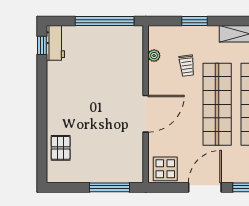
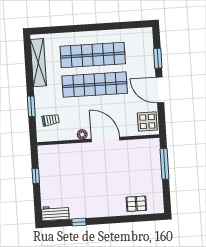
window: (105, 21) -> (36, 176), width x0.32
window: (42, 45) -> (79, 222), moved
plant: (154, 56) -> (82, 134), moved
trolley: (187, 66) -> (51, 120), moved

